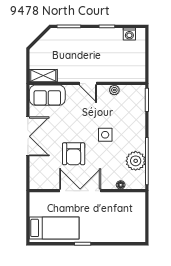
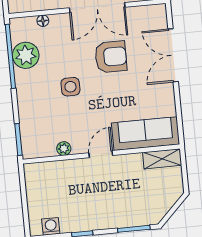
door: (88, 83) -> (101, 154), hinge flipped
sofa: (47, 95) -> (145, 134), width x1.36
double door: (28, 136) -> (173, 55), moved
armchair: (74, 154) -> (111, 57), turned 90

